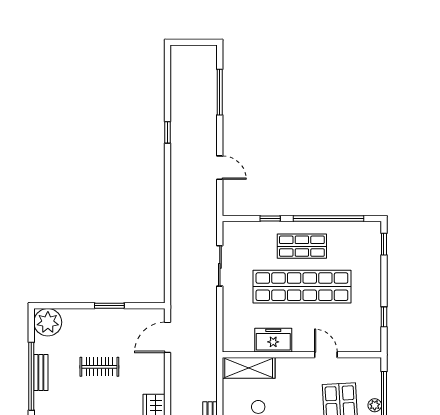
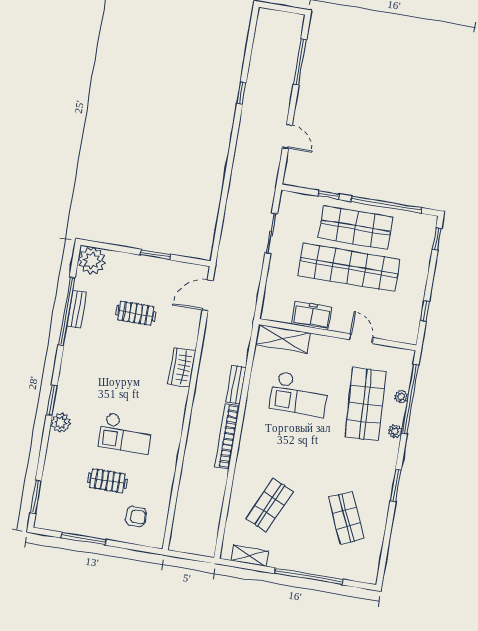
shop shelf: (302, 246) -> (356, 228), width x1.43, depth x1.36

